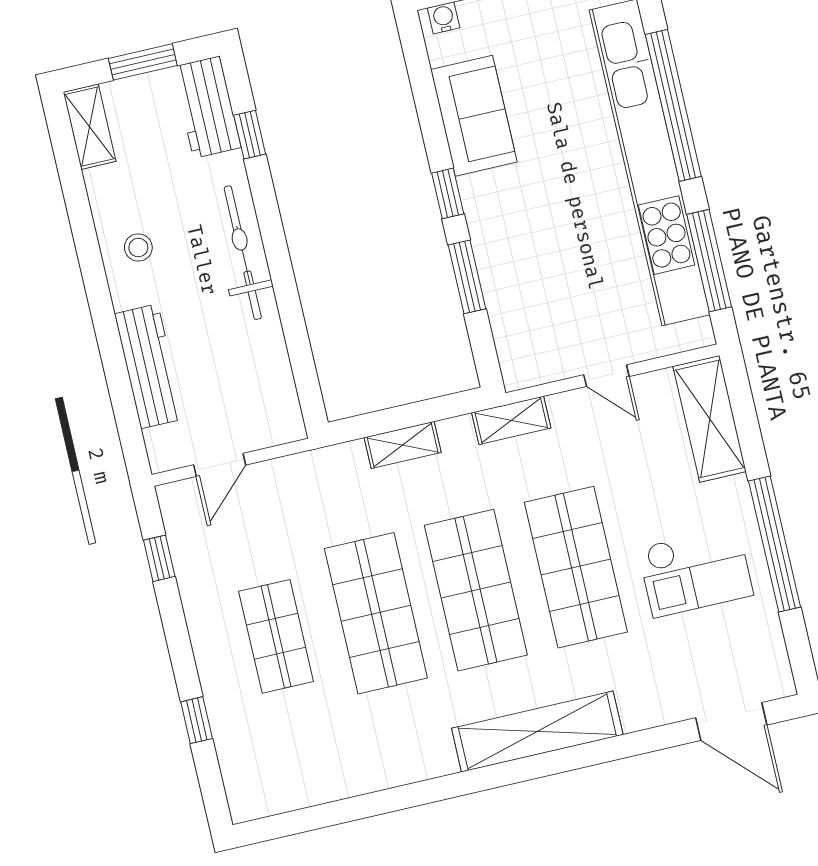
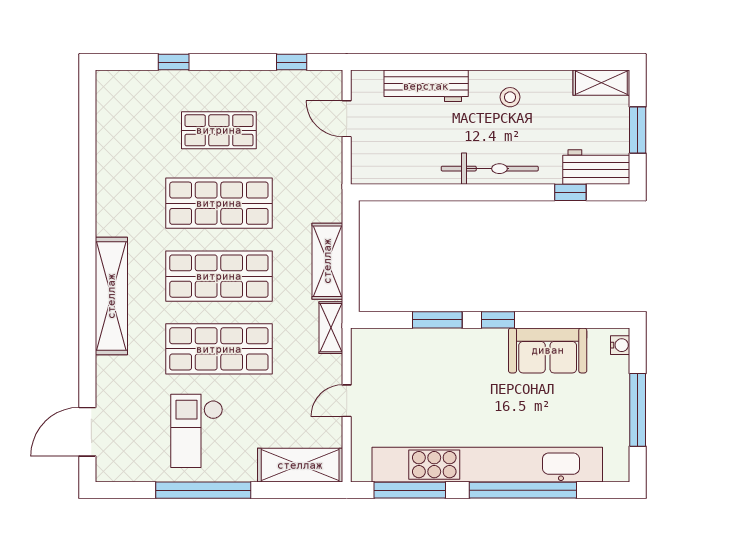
shelving: (403, 445) -> (327, 261), width x1.50, depth x1.33

